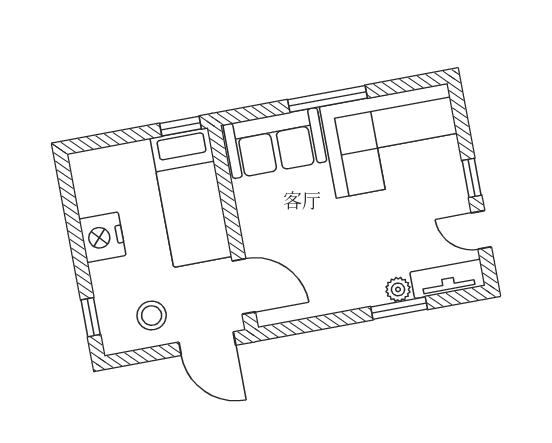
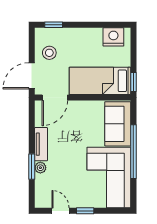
window: (328, 99) -> (133, 152), width x1.46
door: (481, 230) -> (61, 211), hinge flipped
nightstand: (102, 237) -> (113, 37), moved
tv unit: (448, 279) -> (41, 144), moved

